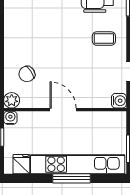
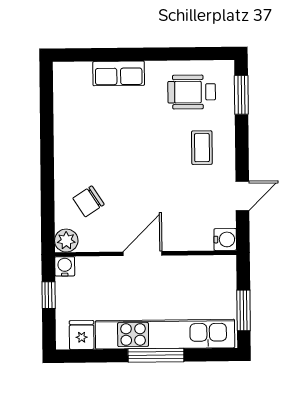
coffee table: (104, 39) -> (202, 148), turned 90
door: (63, 110) -> (142, 254), hinge flipped

